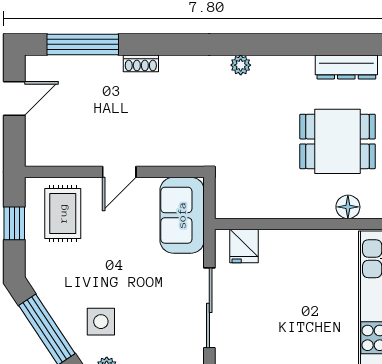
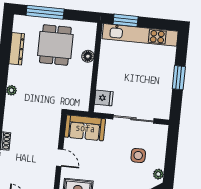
dresser: (346, 67) -> (17, 49), moved
floor lamp: (348, 207) -> (88, 56), moved
side table: (101, 322) -> (138, 155), moved

